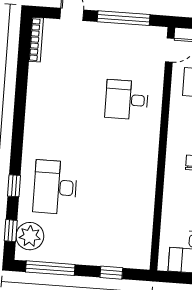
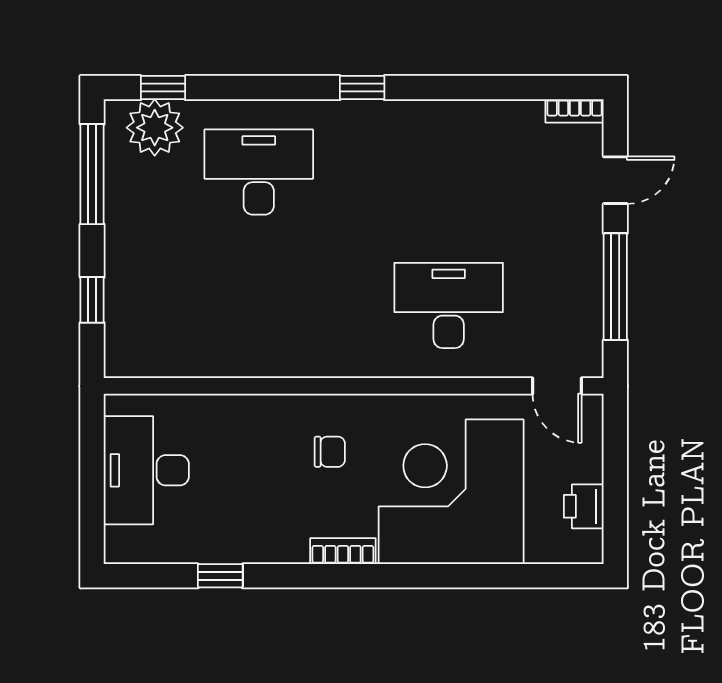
bookcase: (36, 40) -> (574, 111), width x0.64
desk: (127, 100) -> (449, 305), width x1.37
window: (14, 186) -> (362, 88), moved

